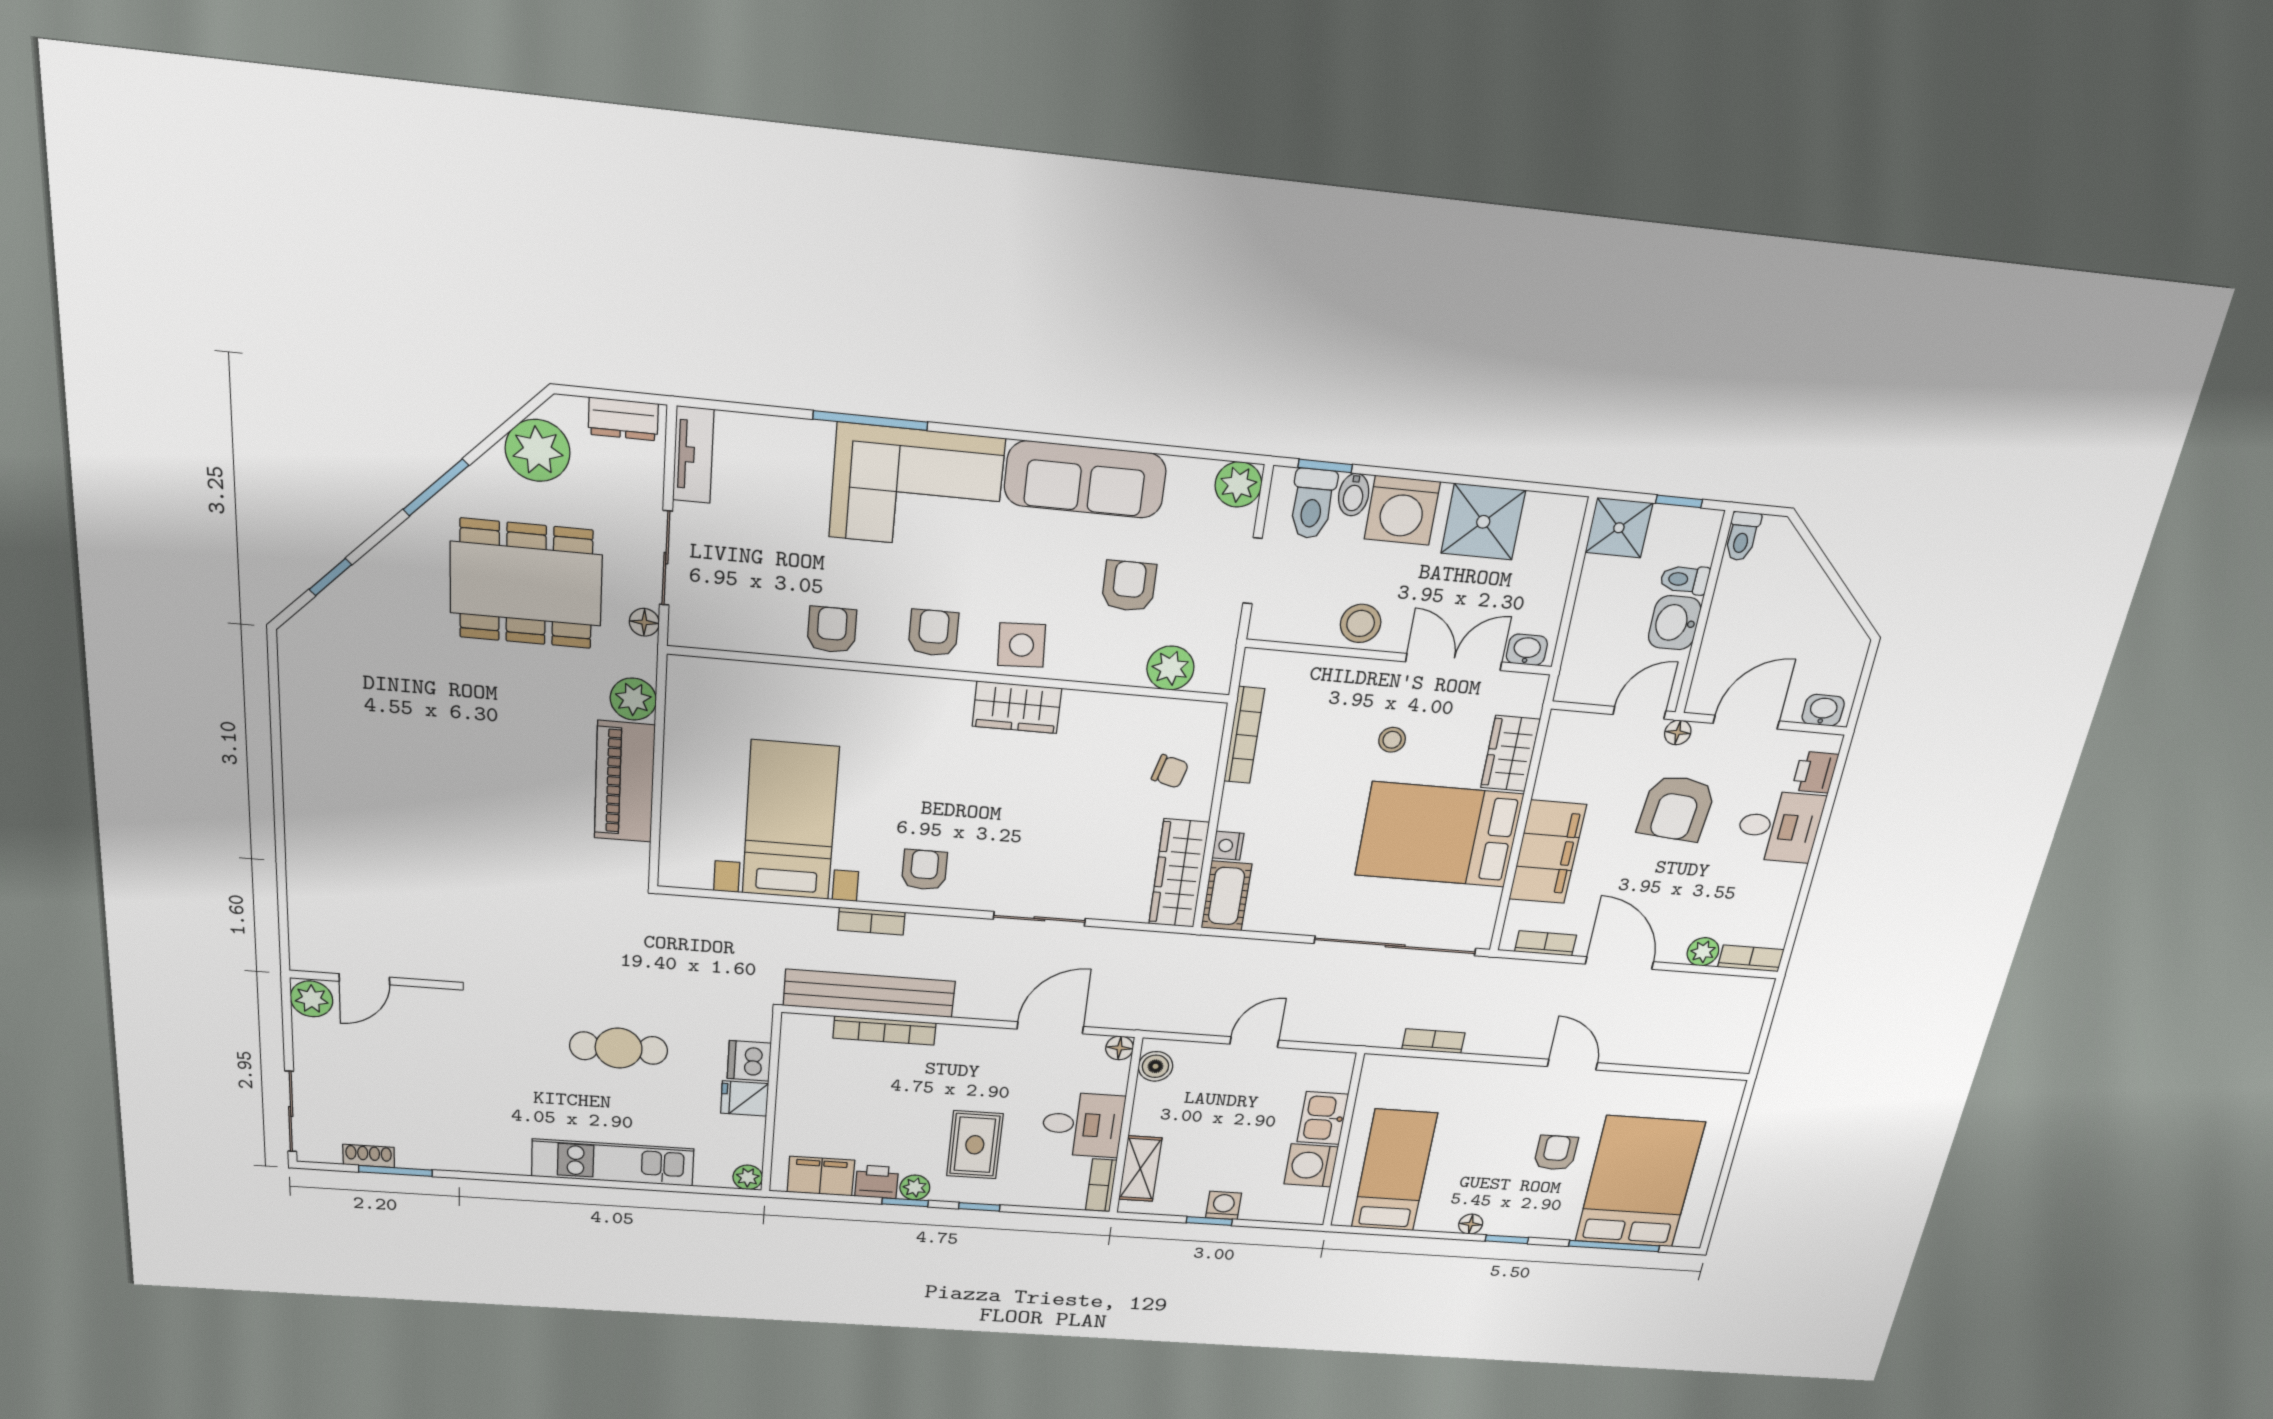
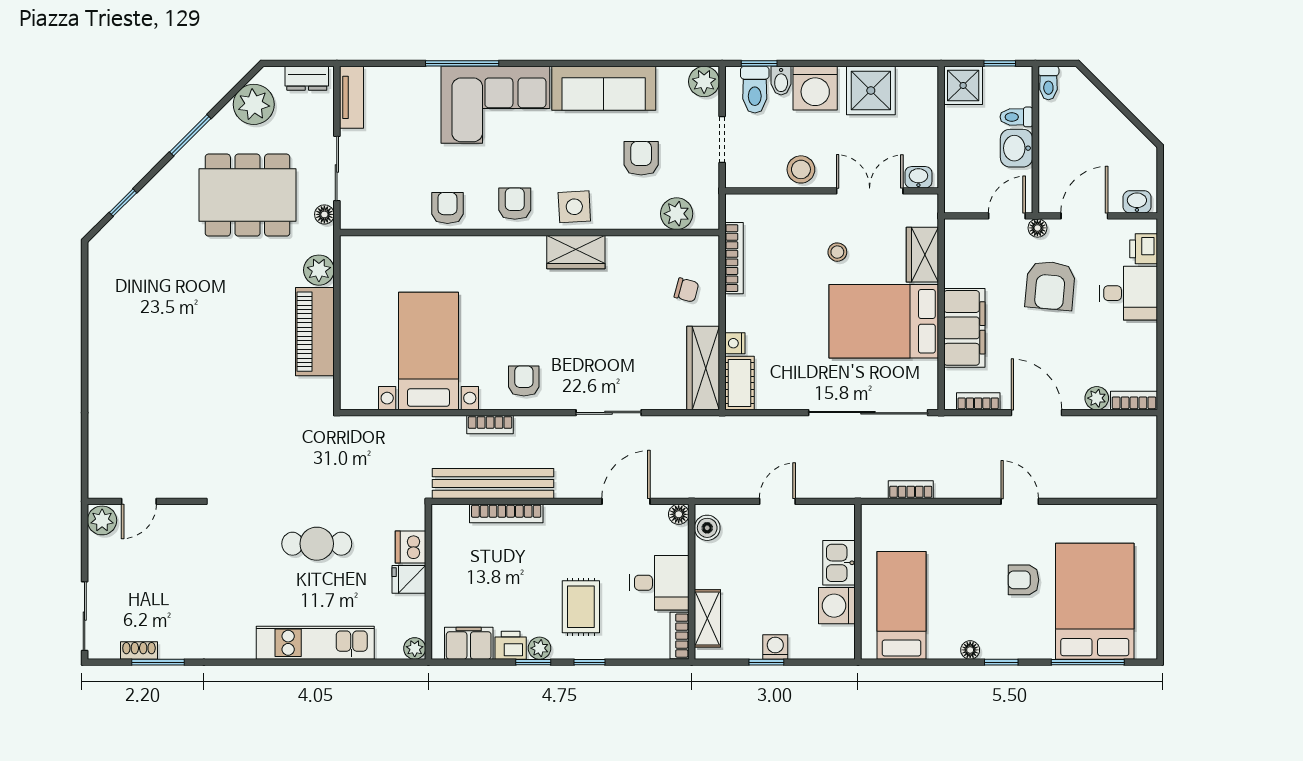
armchair: (1556, 1153) -> (1023, 580), turned -90

